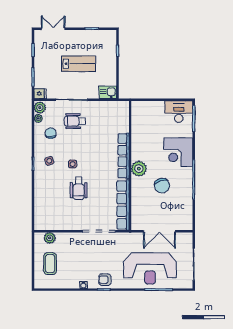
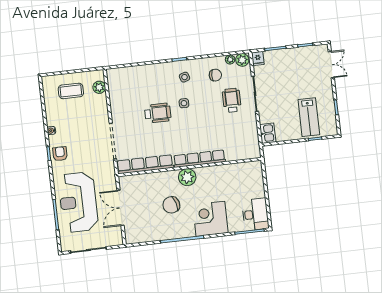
lab bench: (78, 64) -> (309, 117), moved
wheelchair: (79, 188) -> (158, 113), turned 180

